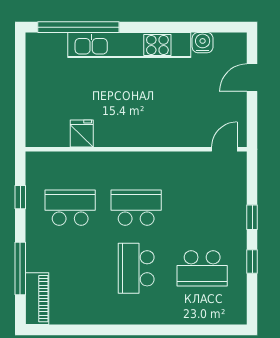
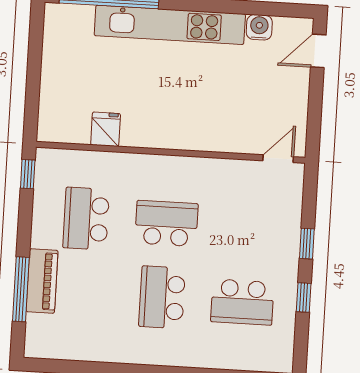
door: (252, 78) -> (318, 51), moved
window: (20, 197) -> (28, 174), moved
school desk: (70, 208) -> (86, 219), turned -90
piano: (37, 299) -> (42, 281), moved

